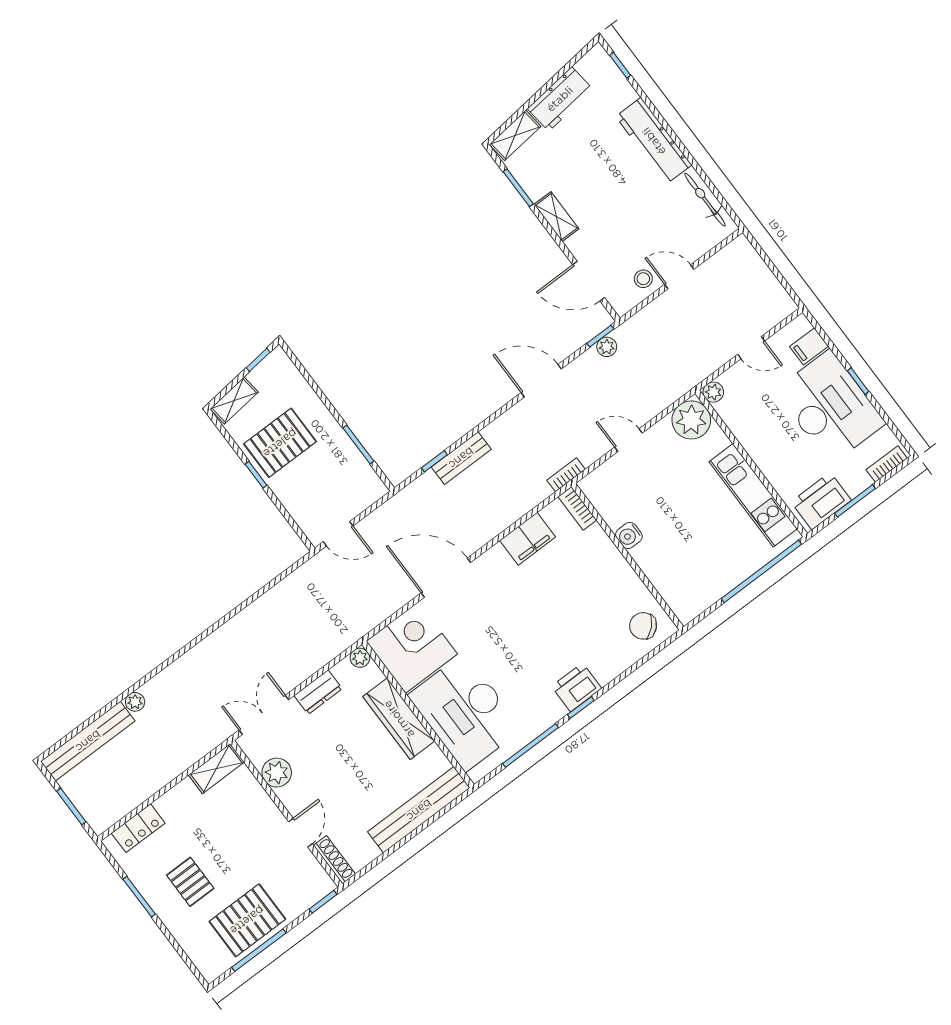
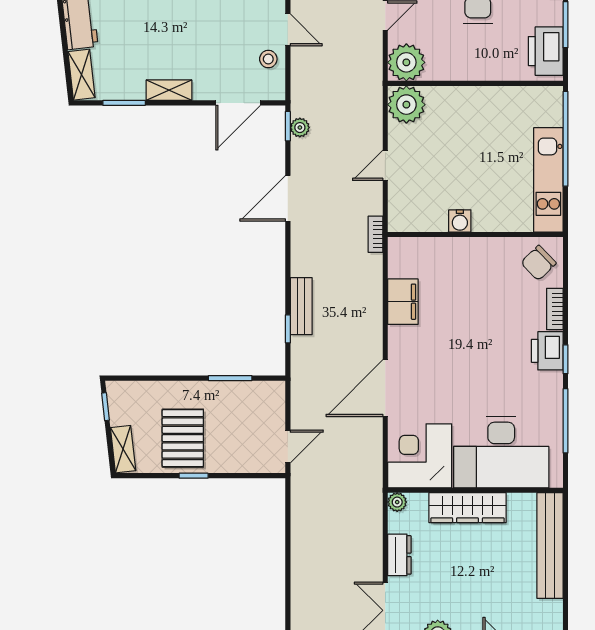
door: (679, 277) -> (288, 30), swing flipped
plant: (713, 392) -> (406, 62), width x1.87, depth x1.87
kitchen unit: (753, 495) -> (548, 180), moved, turned 90
bookcase: (577, 508) -> (555, 309), moved, turned 90

